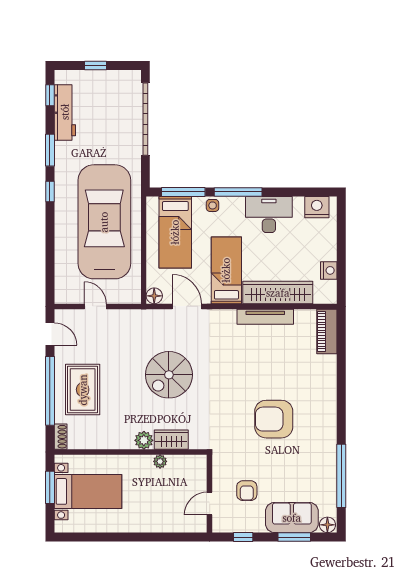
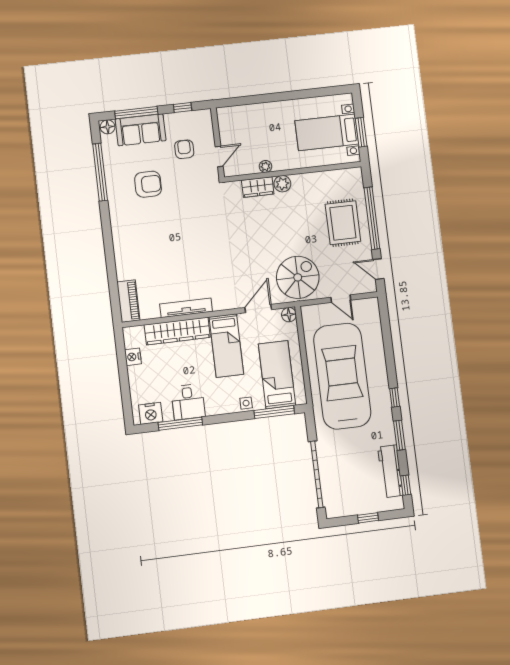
window: (238, 192) -> (180, 424), moved
desk: (269, 215) -> (188, 402), width x0.73
car: (104, 222) -> (342, 376), turned 180
door: (187, 306) -> (258, 309), swing flipped
spiral stairs: (169, 375) -> (298, 277), moved
armchair: (274, 419) -> (148, 184), moved, width x0.73, depth x0.73
shoe rack: (61, 437) -> (357, 178), removed
door: (210, 504) -> (219, 156), moved
window: (294, 537) -> (136, 113), width x1.44

